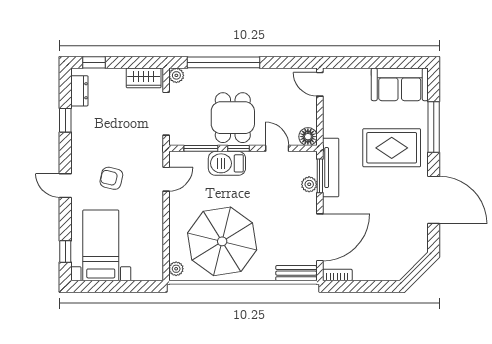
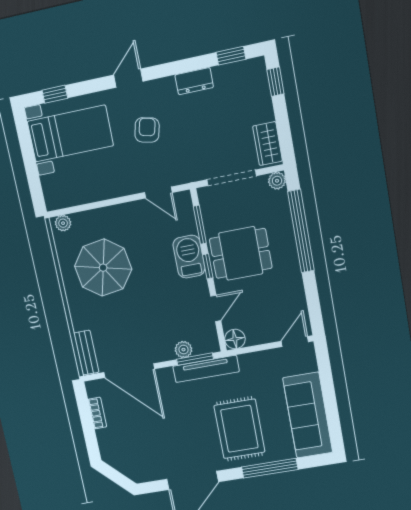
sofa: (400, 84) -> (308, 415), width x1.36
dresser: (79, 91) -> (194, 81), moved
window: (65, 120) -> (231, 56), moved
parasol: (222, 241) -> (103, 268), width x0.73, depth x0.73
bookcase: (337, 275) -> (97, 413), moved

